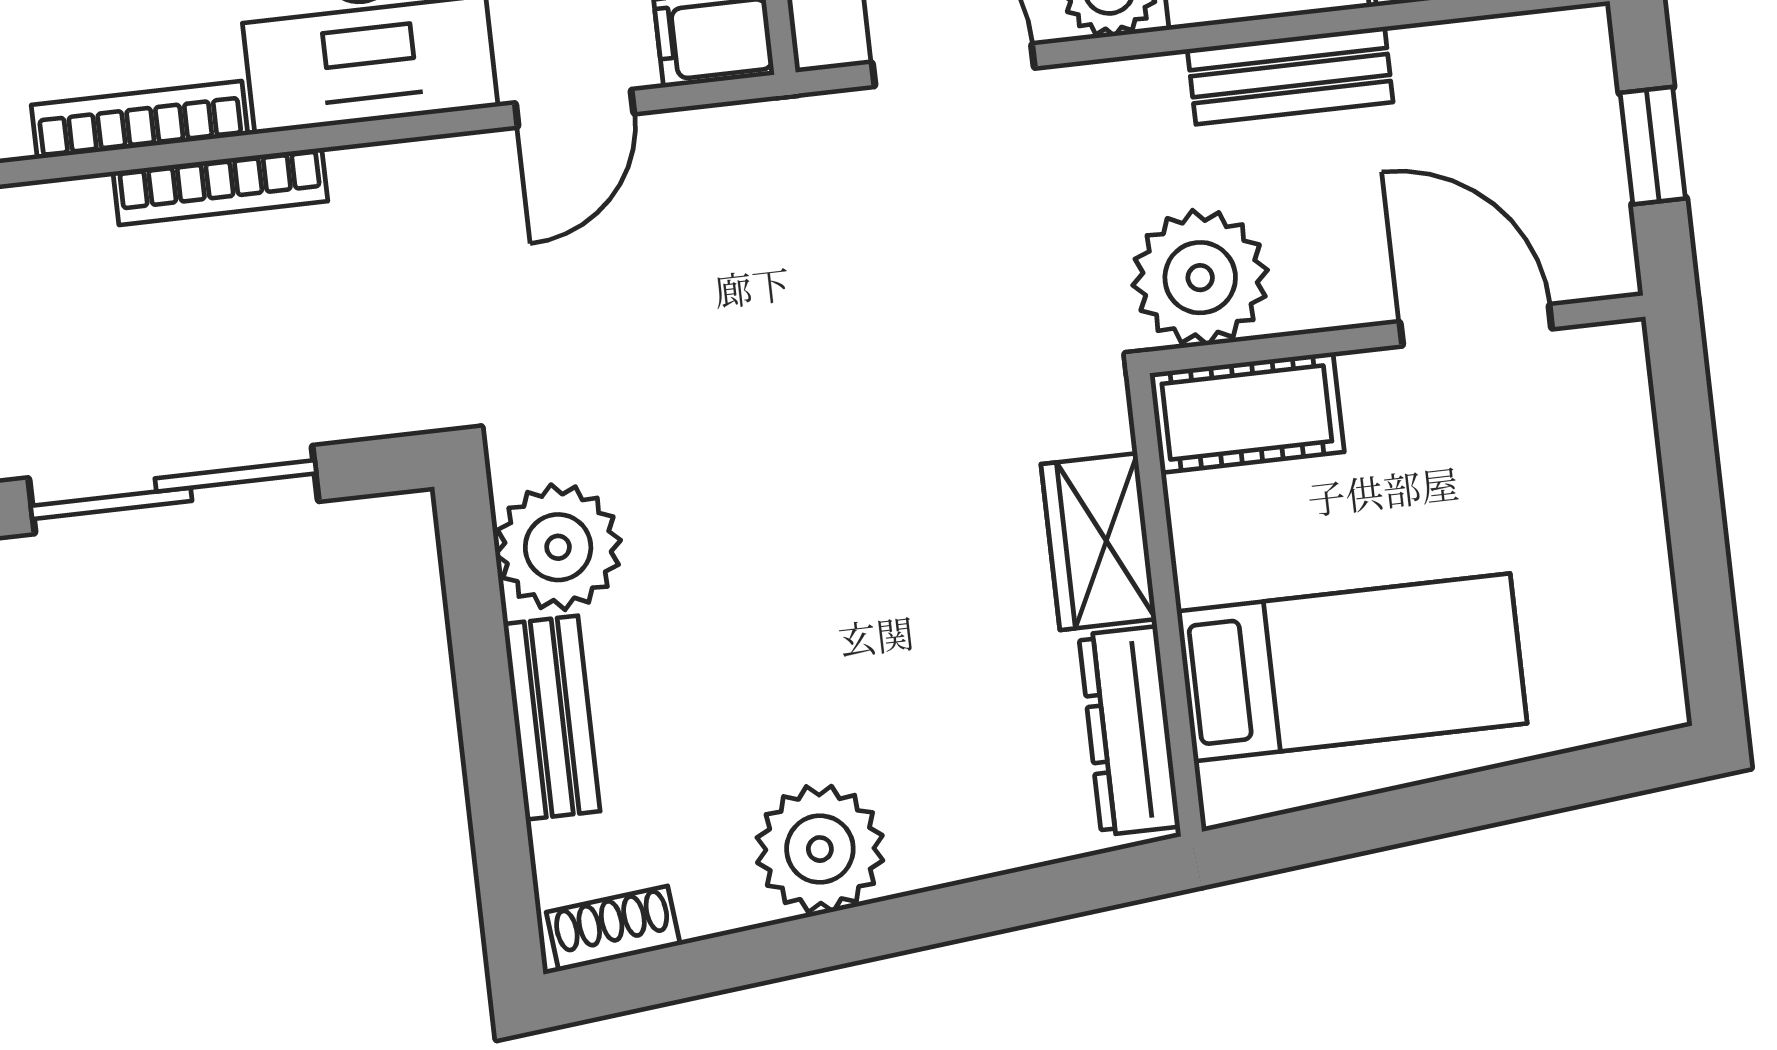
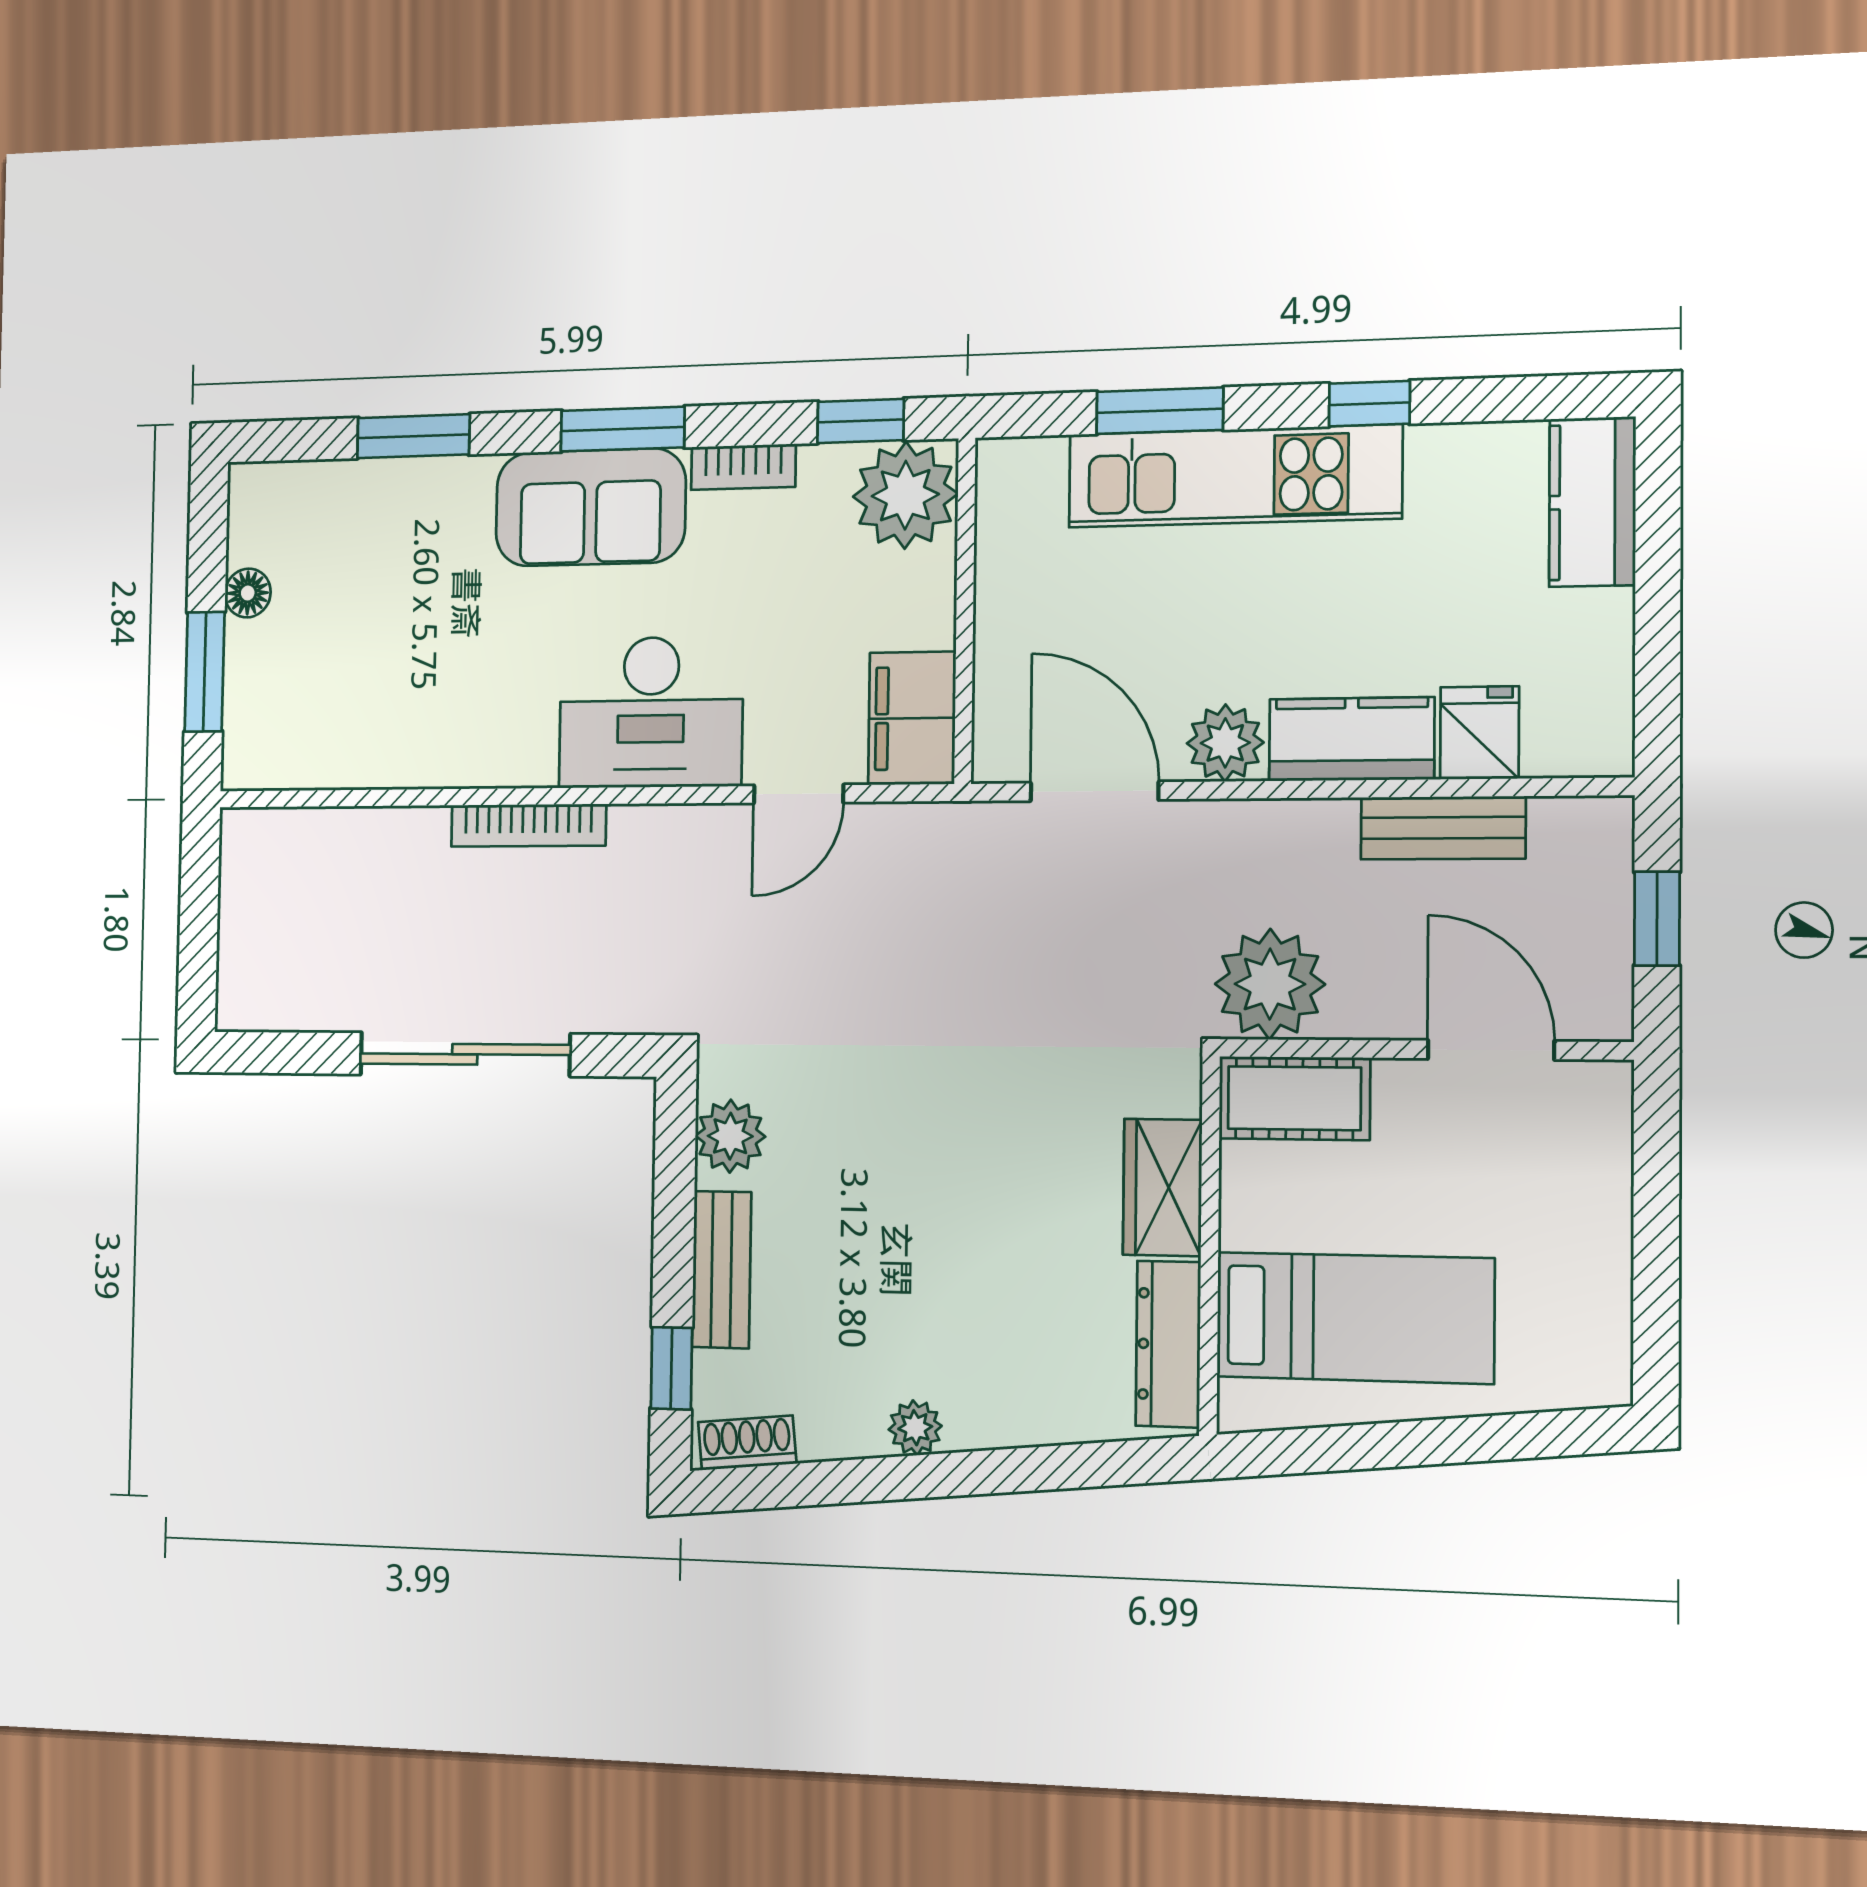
bench: (1290, 76) -> (1443, 828), moved
bookcase: (140, 120) -> (476, 768), removed
plant: (558, 547) -> (730, 1136), width x0.73, depth x0.73
plant: (820, 849) -> (915, 1428), width x0.53, depth x0.53
window: (502, 850) -> (671, 1368), added

